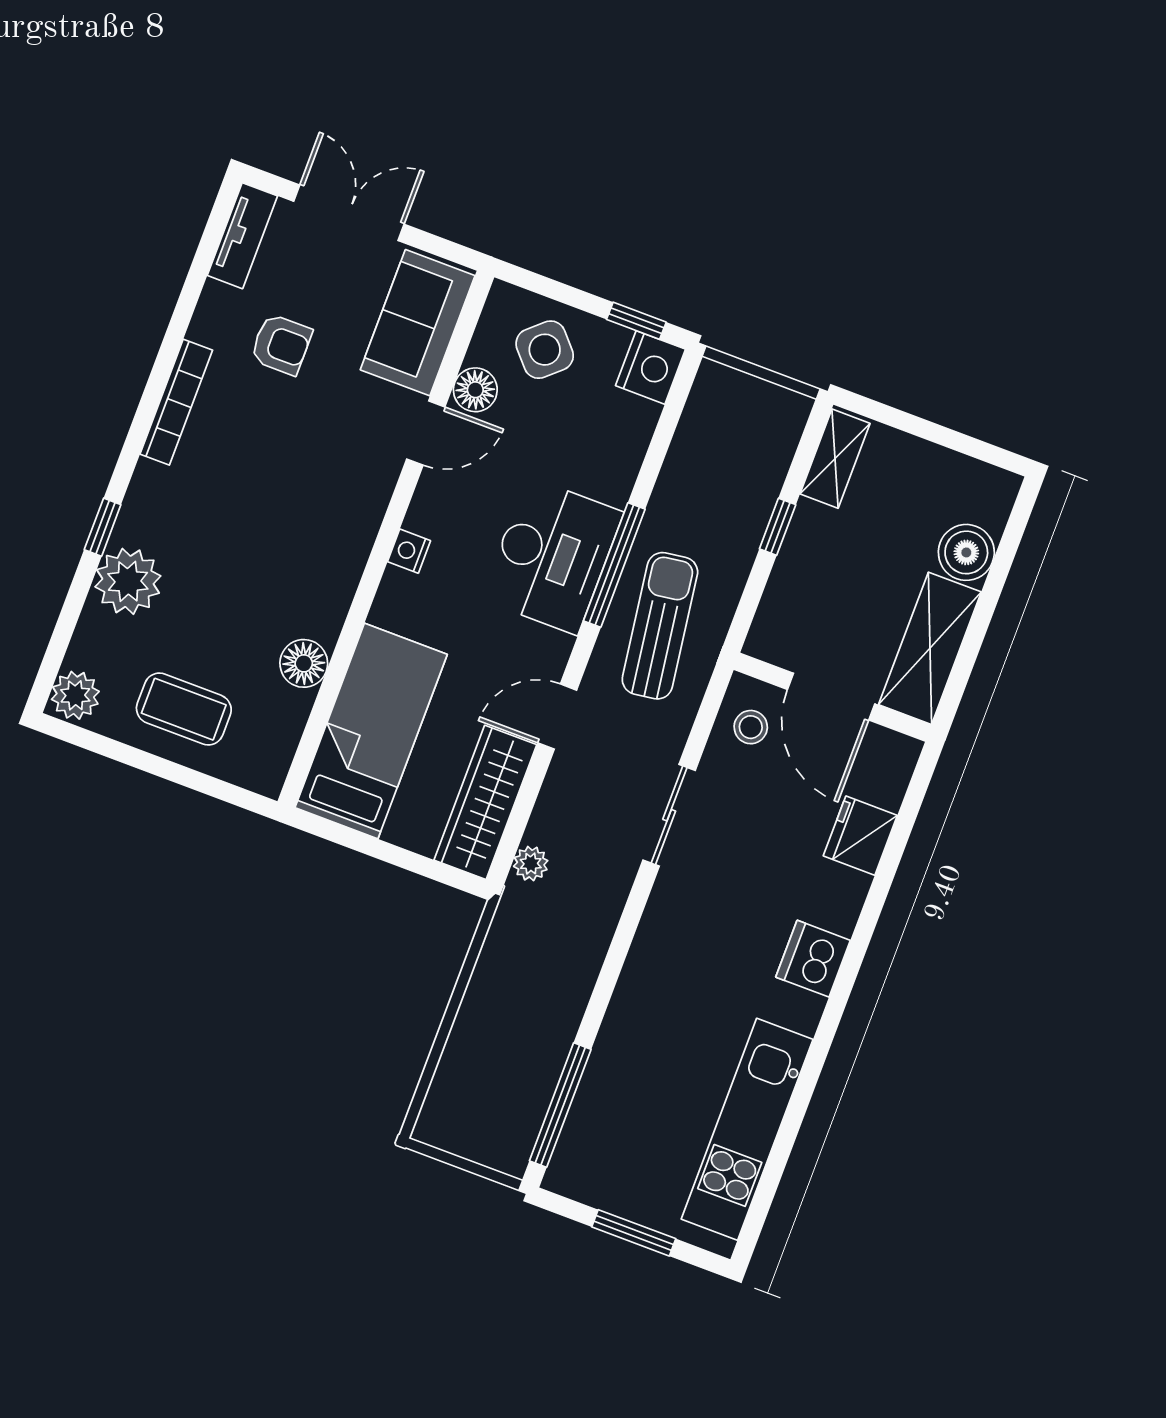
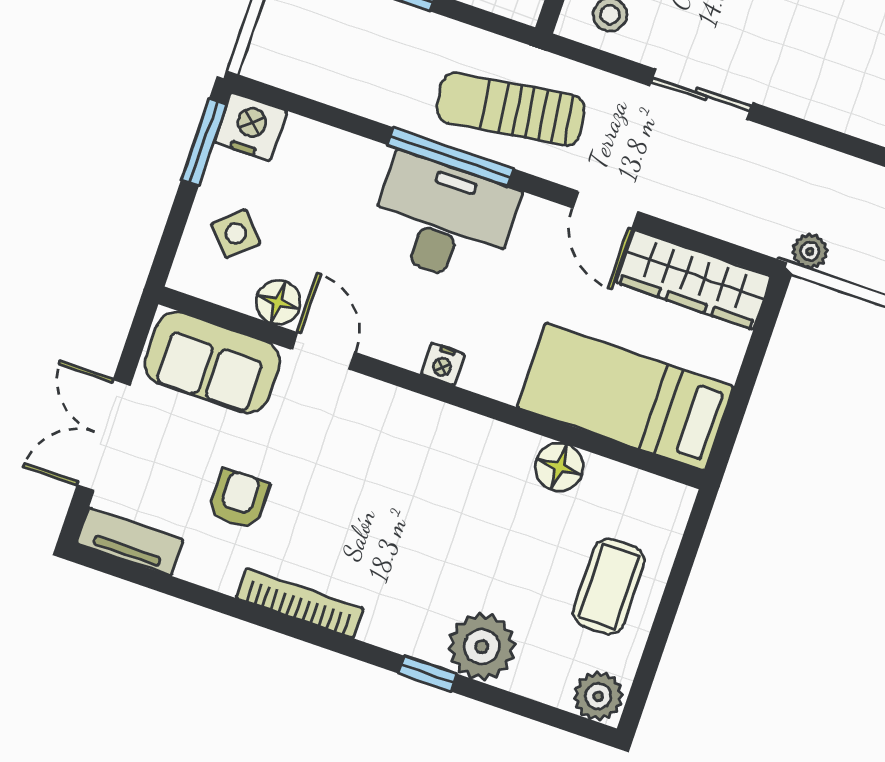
window: (636, 321) -> (204, 142), width x1.50
side table: (545, 350) -> (236, 234), width x0.73, depth x0.73
plant: (531, 864) -> (810, 251), moved

